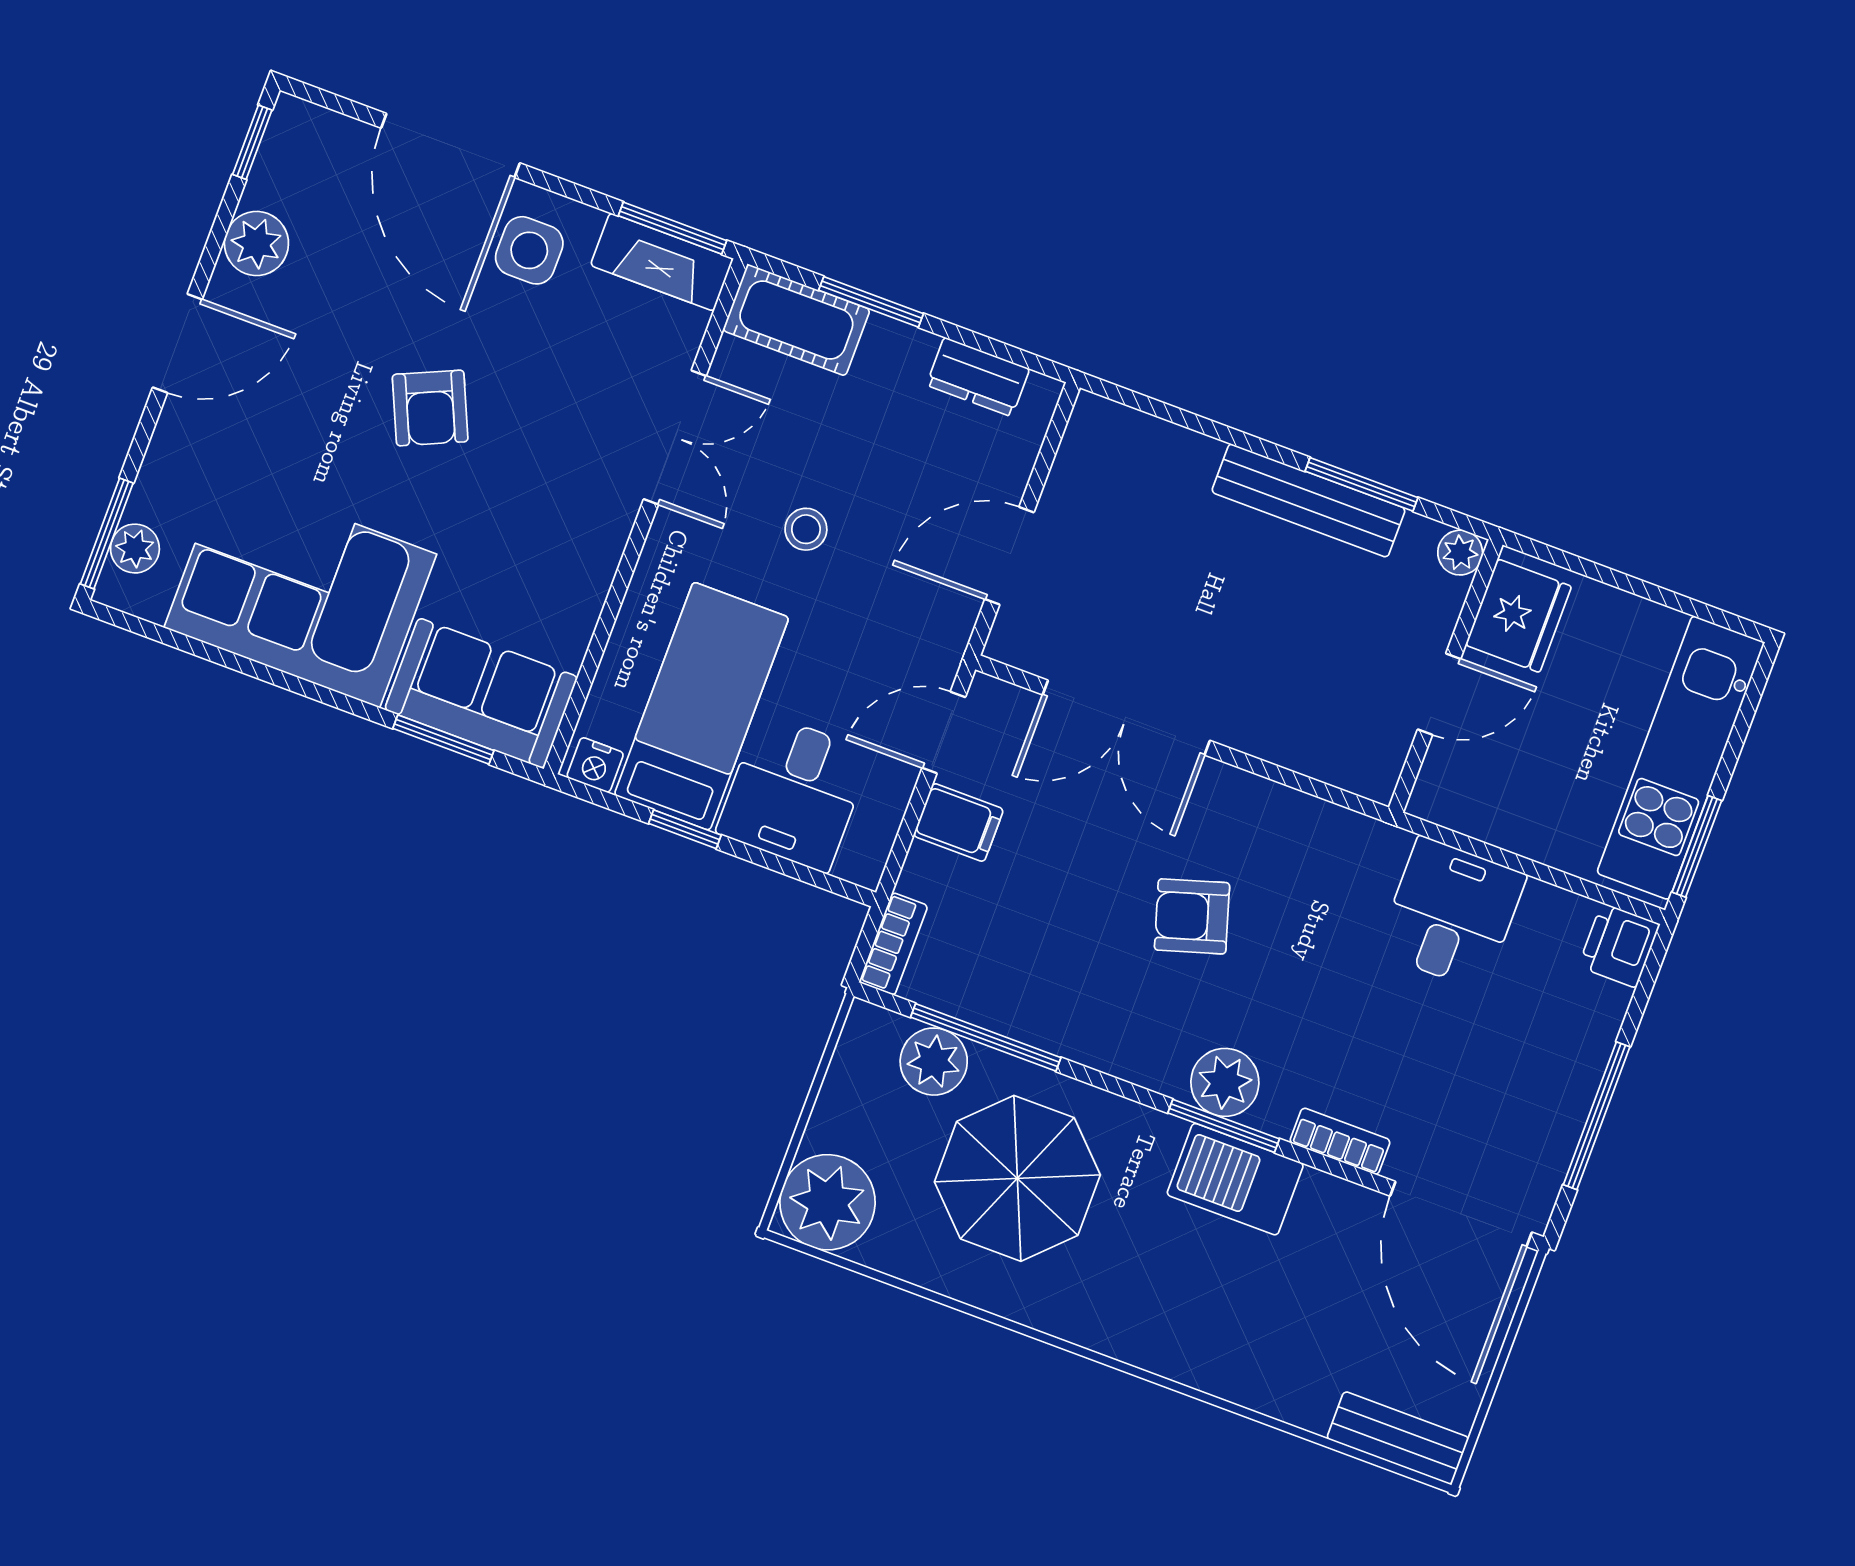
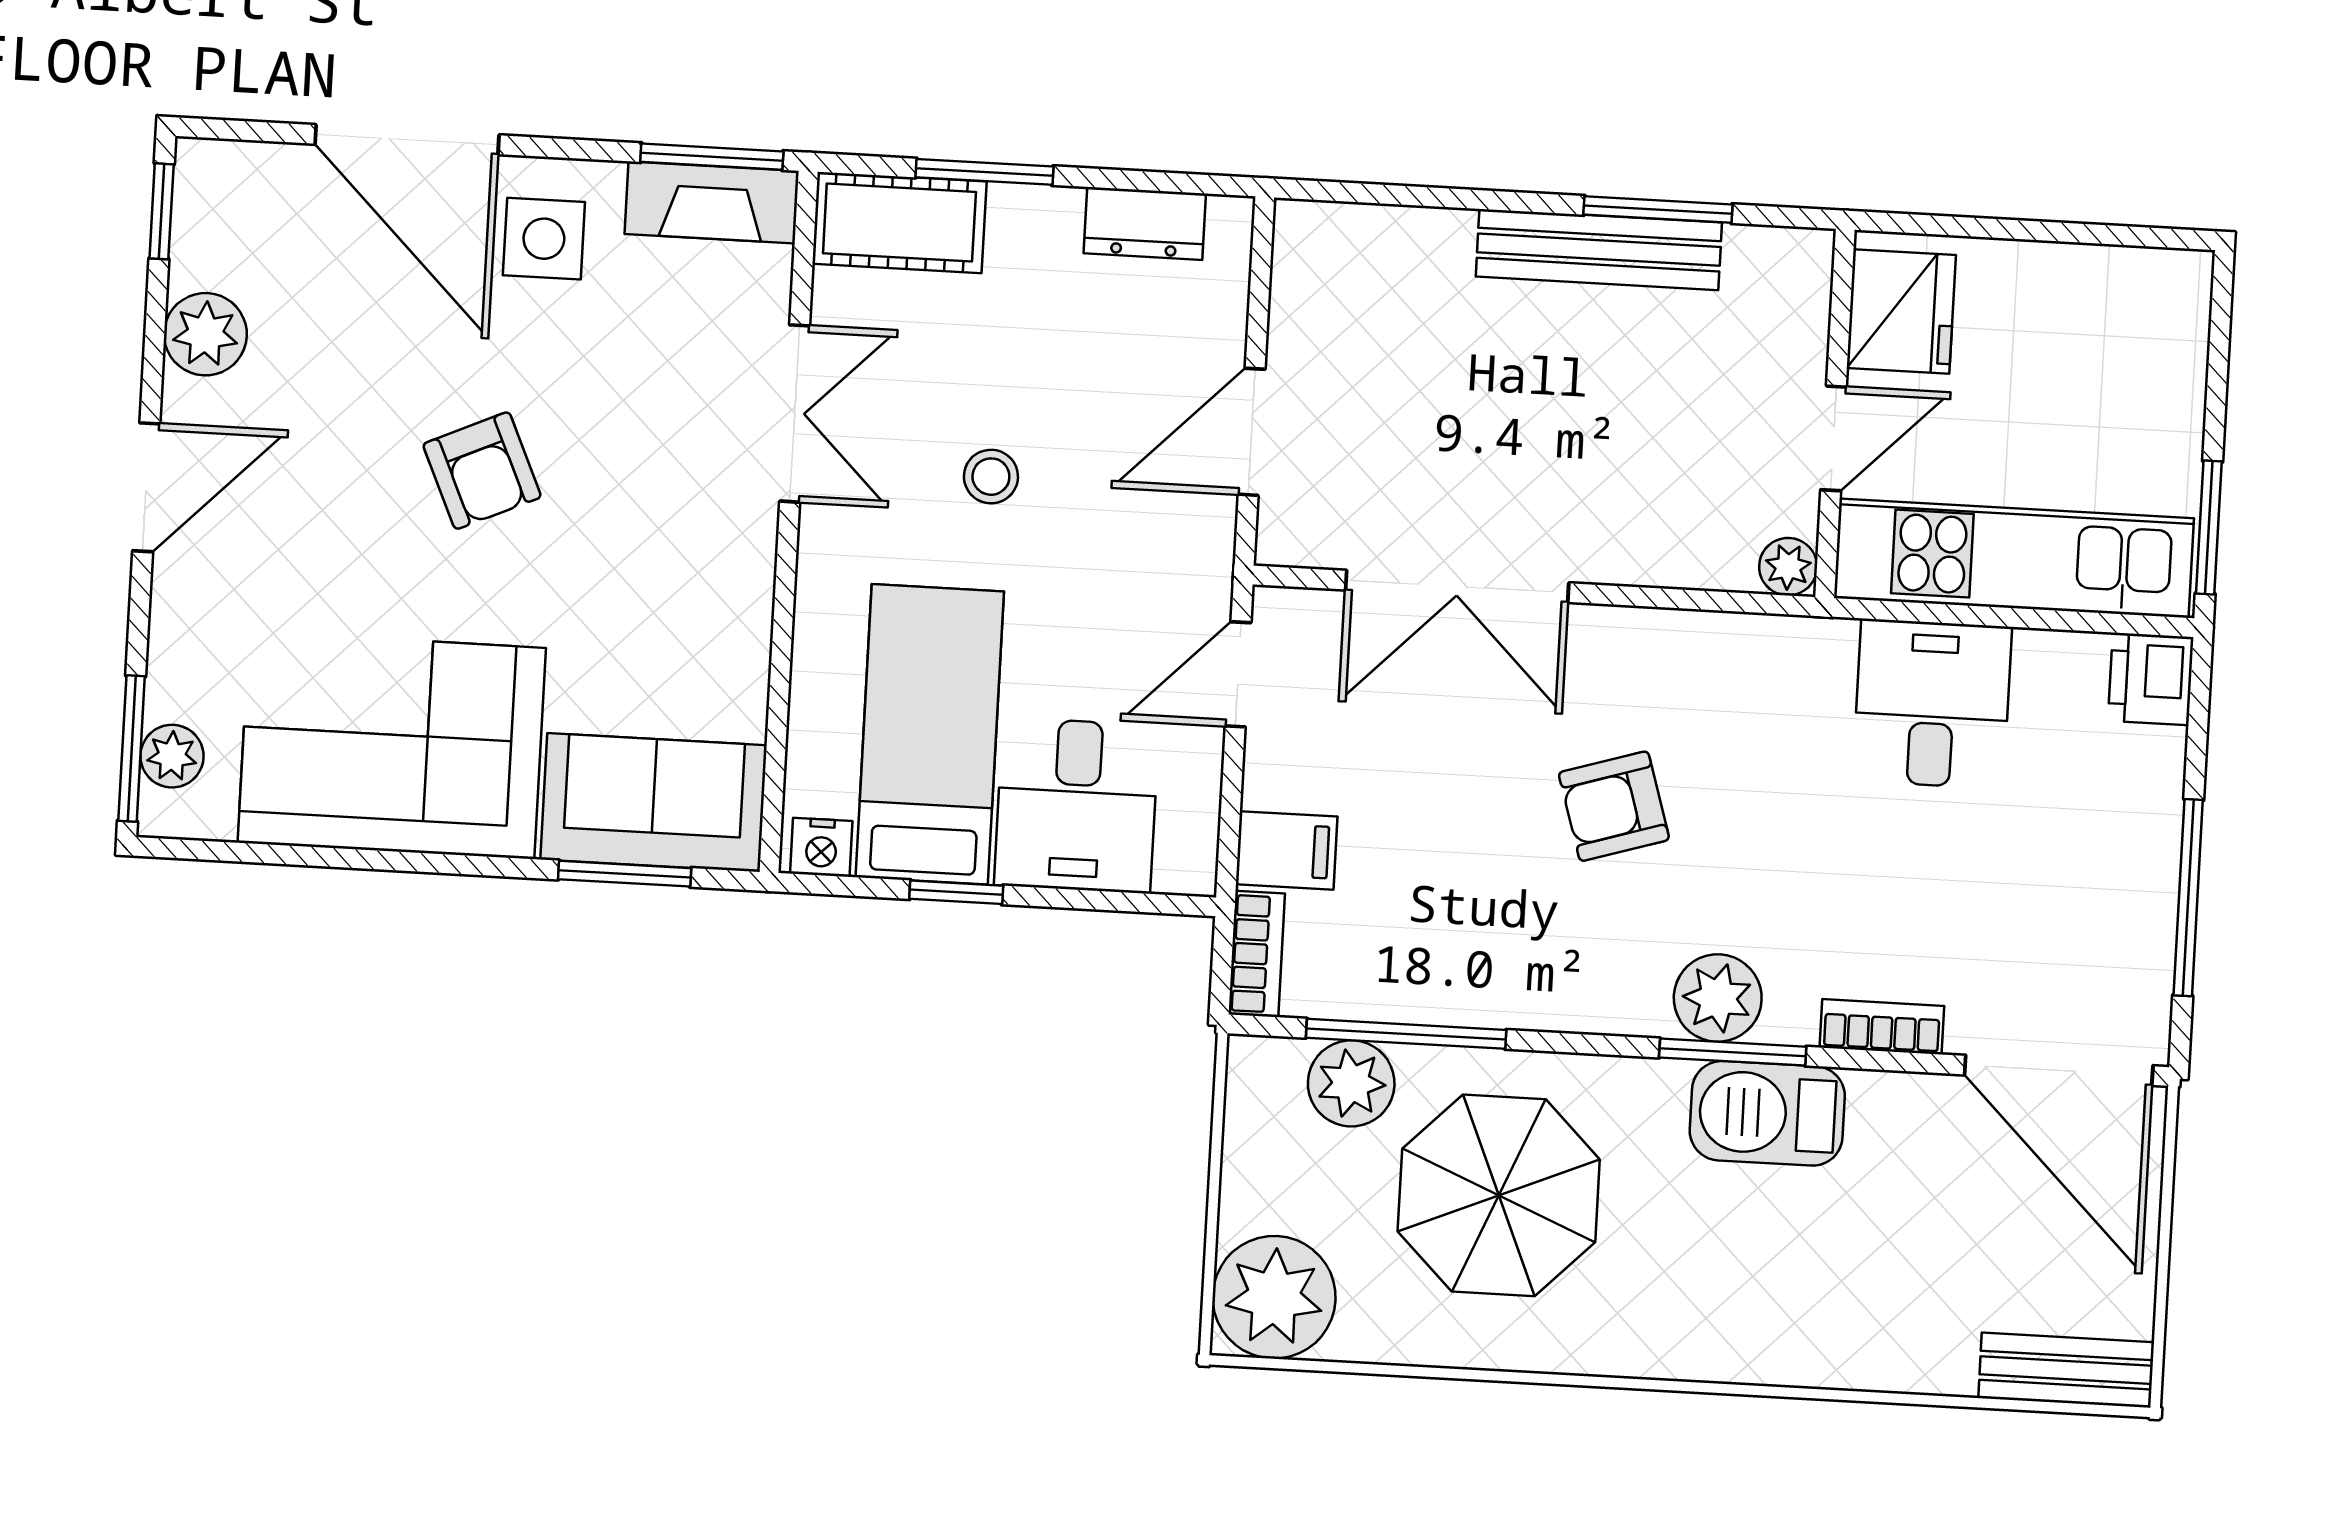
plant: (1460, 553) -> (1788, 567), moved
kitchen unit: (1681, 758) -> (2014, 558), moved, turned 90
filing cabinet: (958, 822) -> (1287, 850), moved

